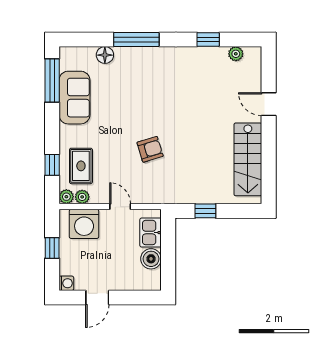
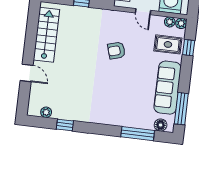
window: (136, 40) -> (138, 134), moved
floor lamp: (105, 55) -> (161, 125), moved
sofa: (74, 98) -> (168, 88), width x1.36
rug: (81, 166) -> (168, 44), turned 90

